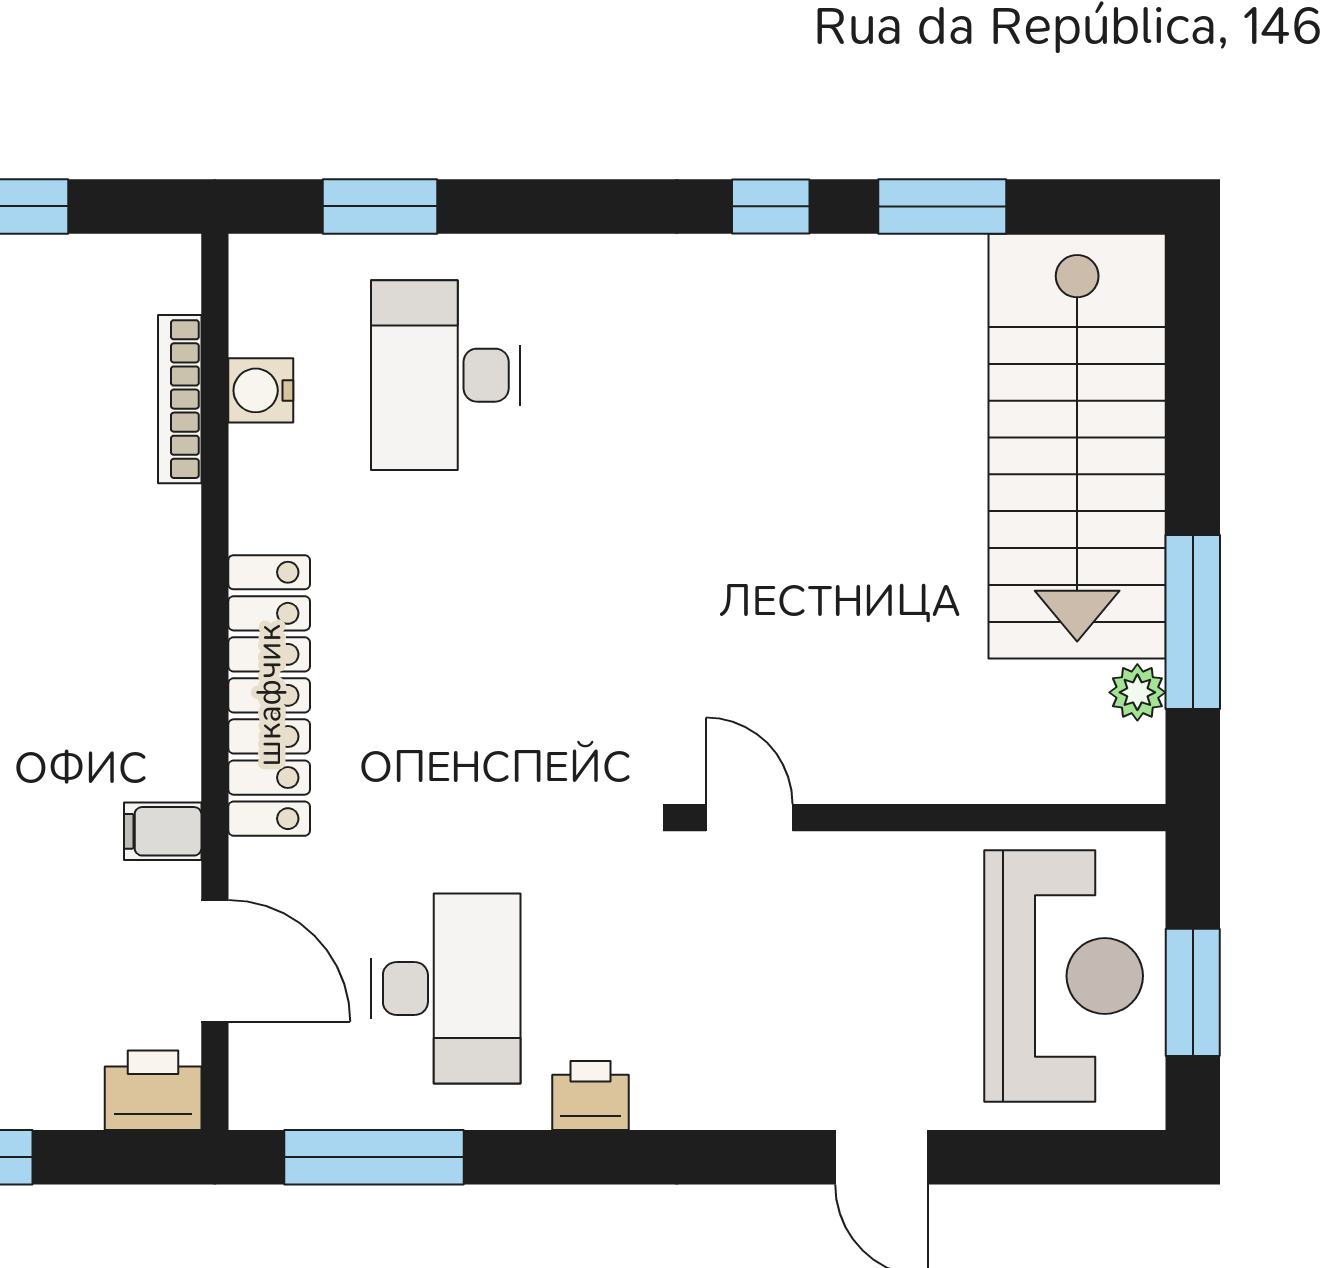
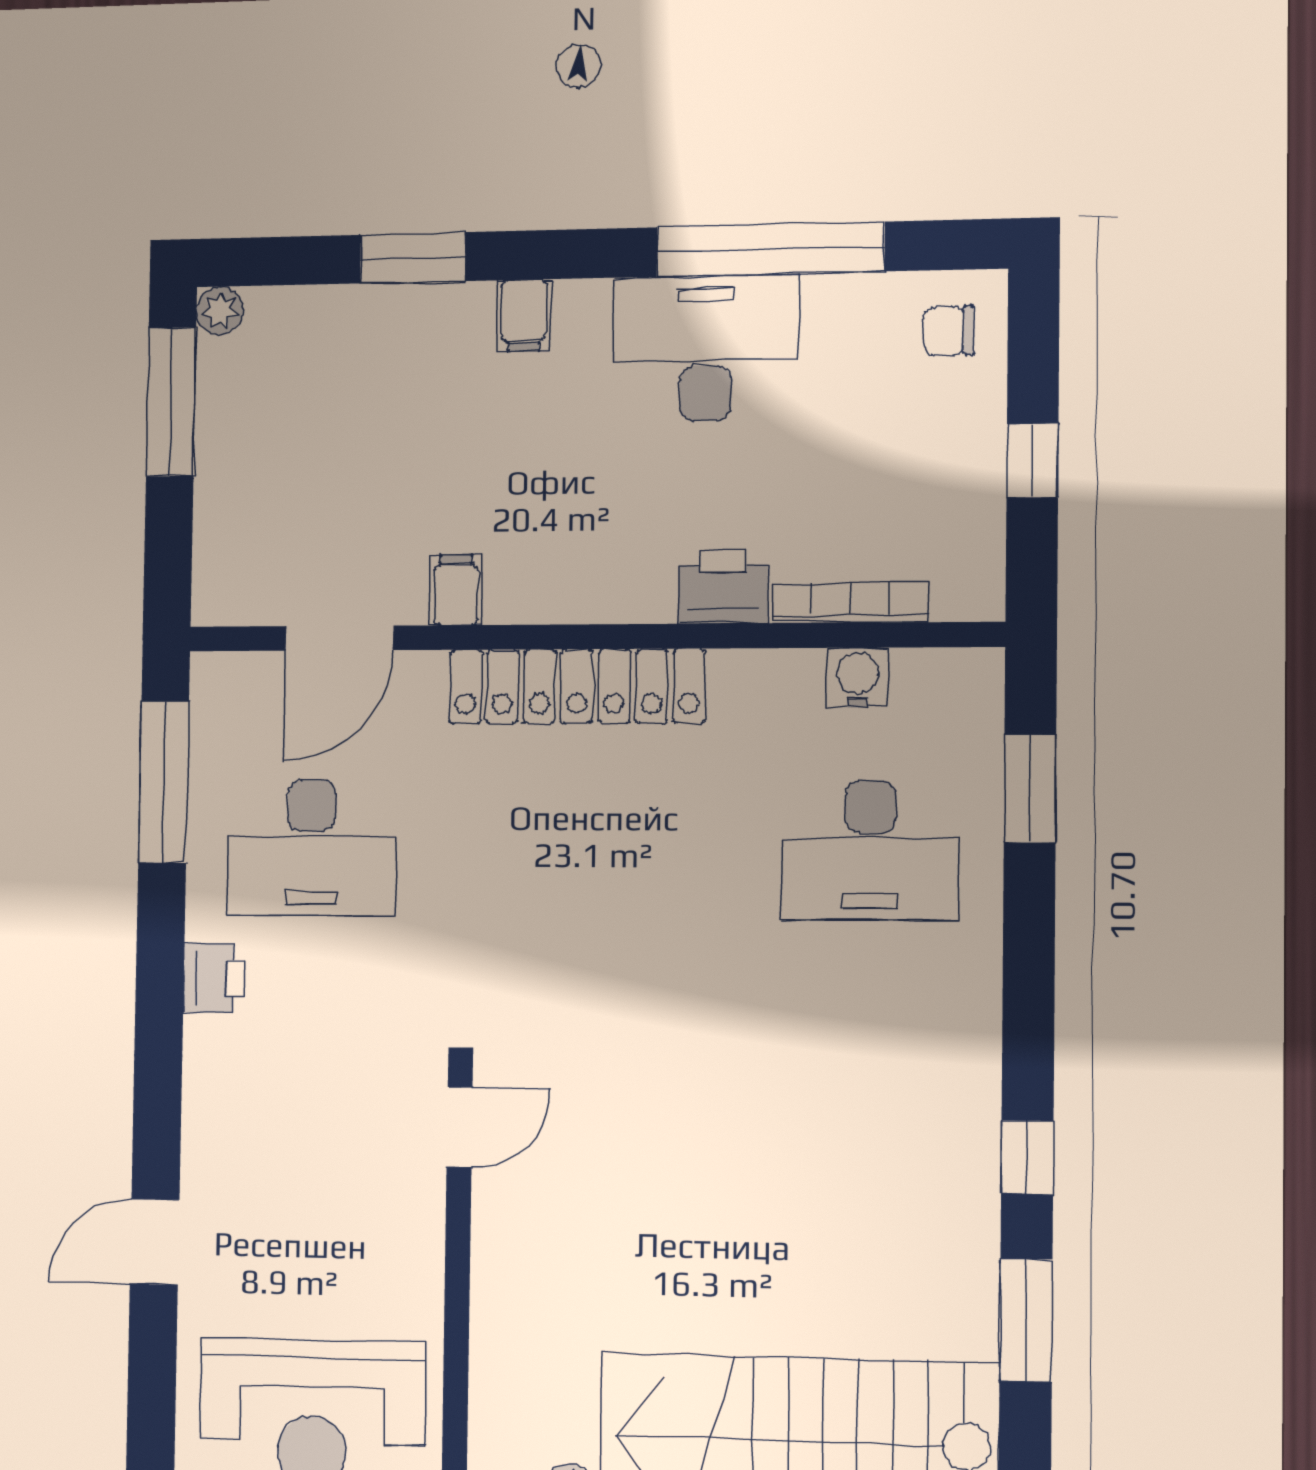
desk: (446, 375) -> (870, 850), turned 180
printer: (153, 1090) -> (723, 587), moved, turned -90

